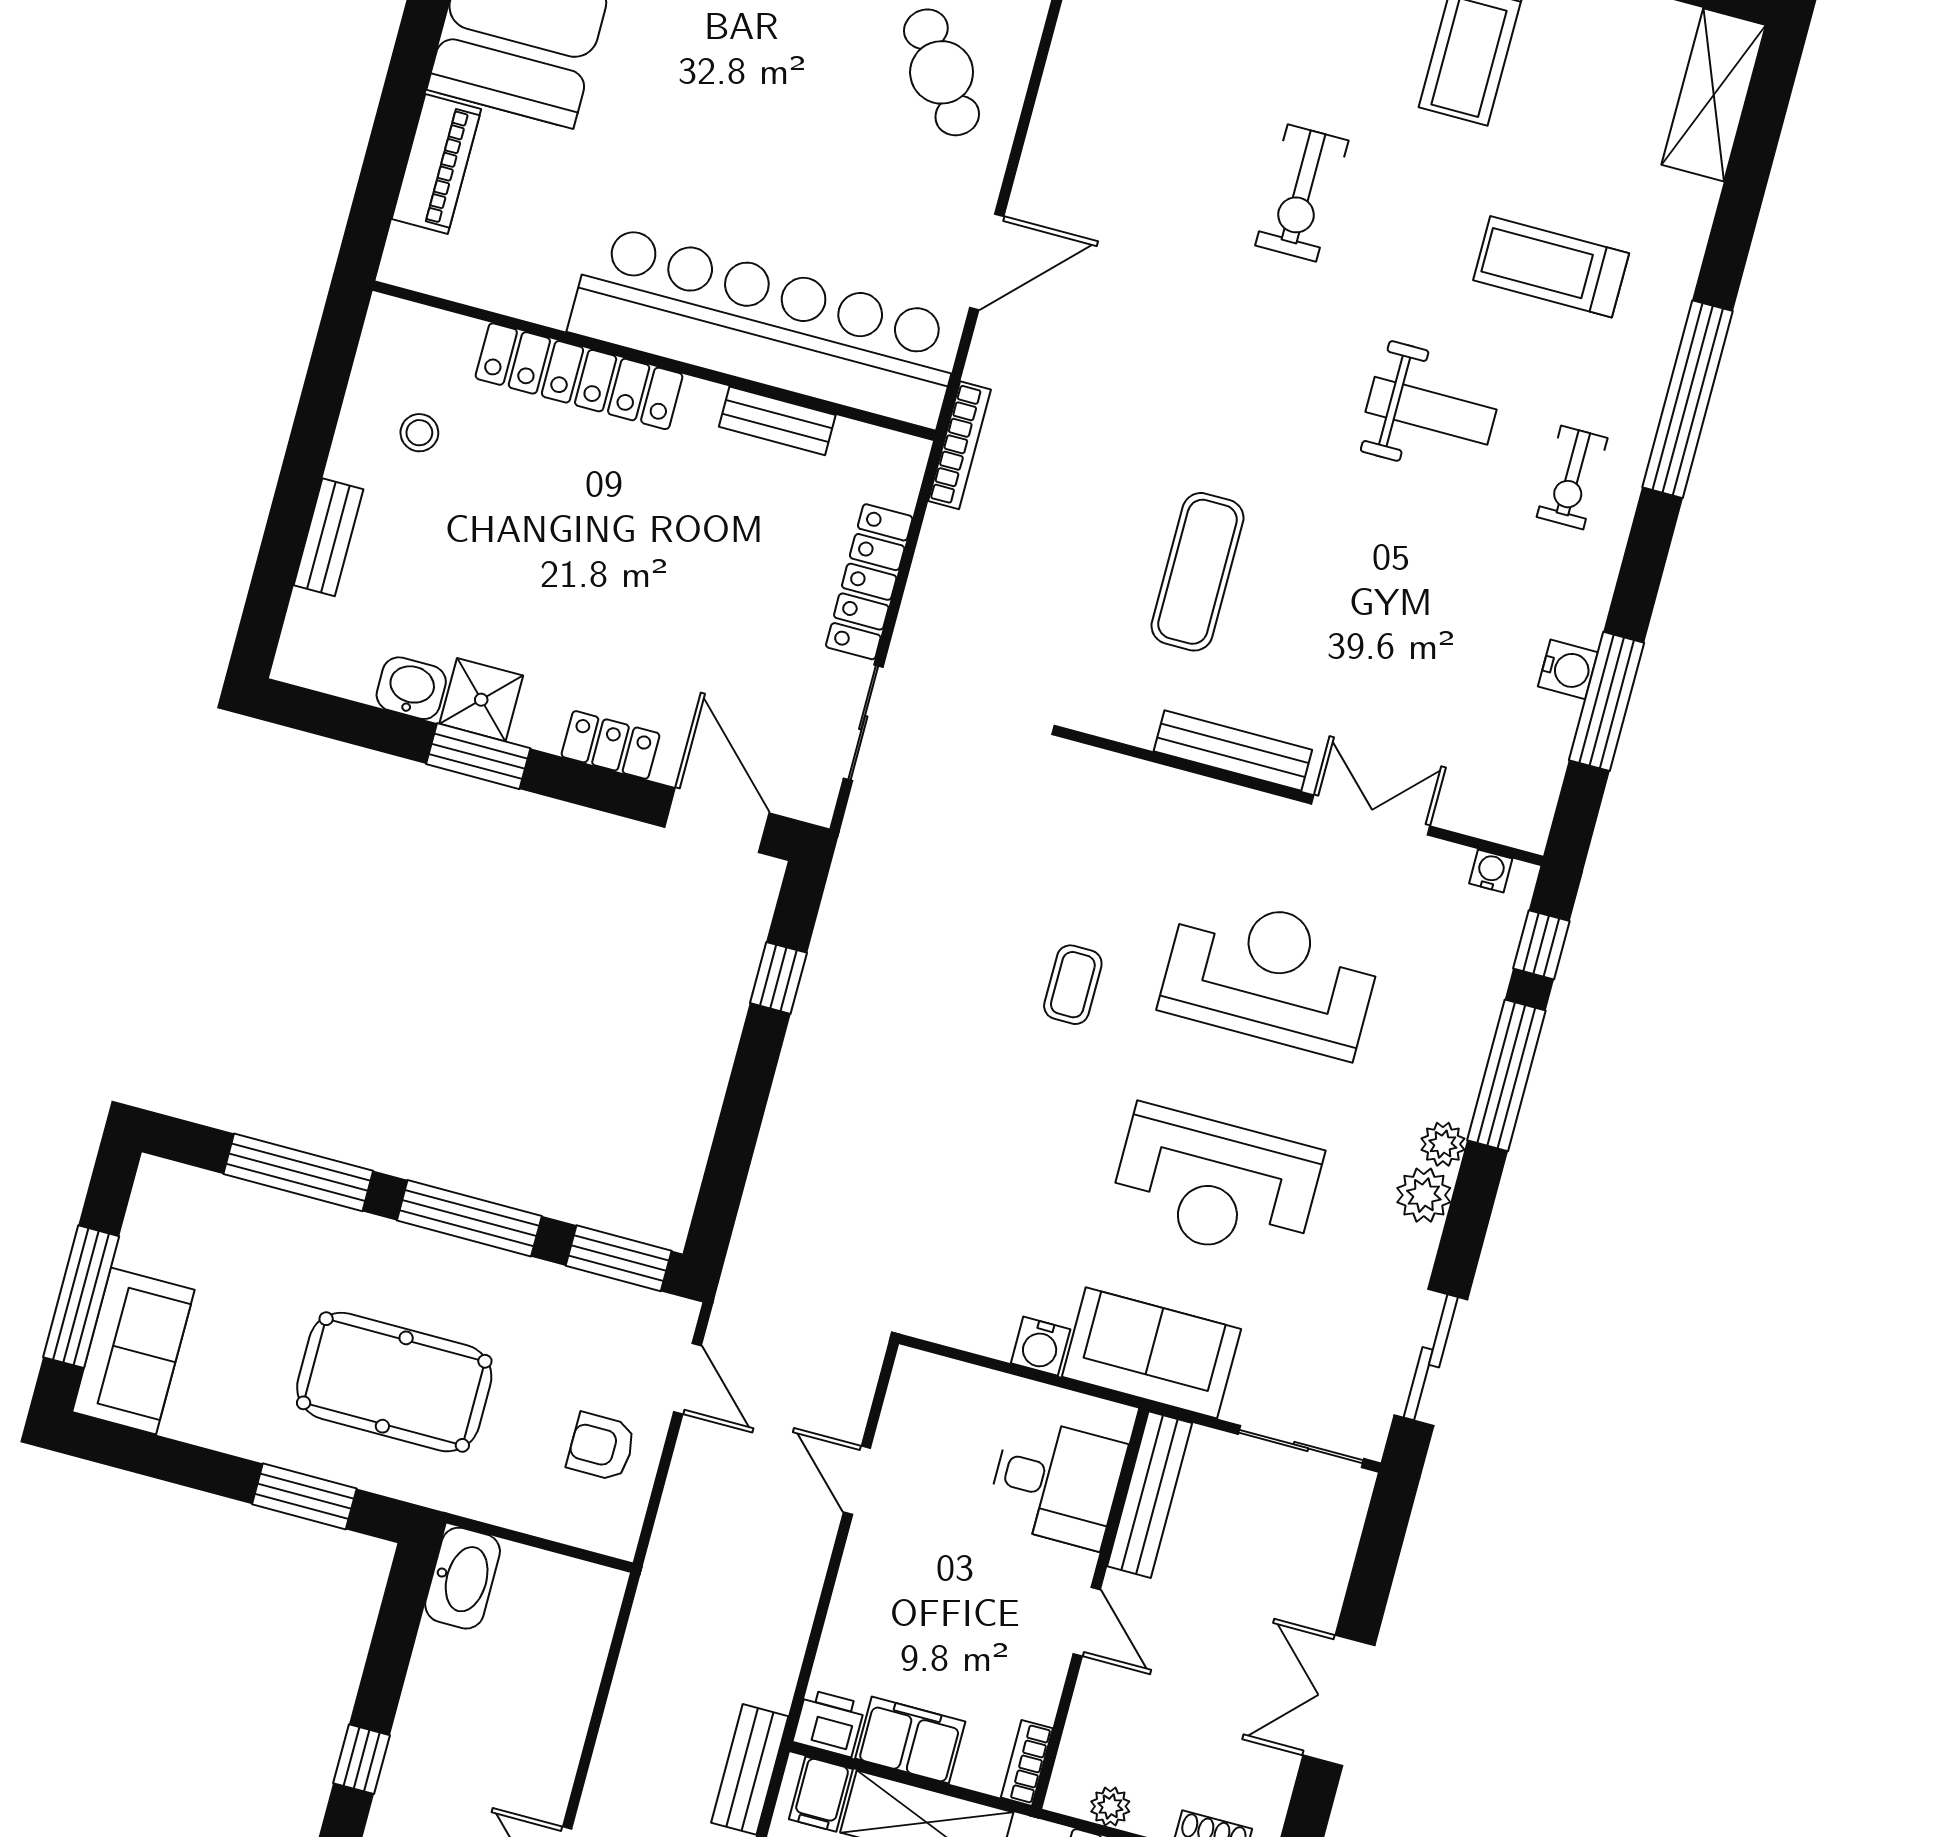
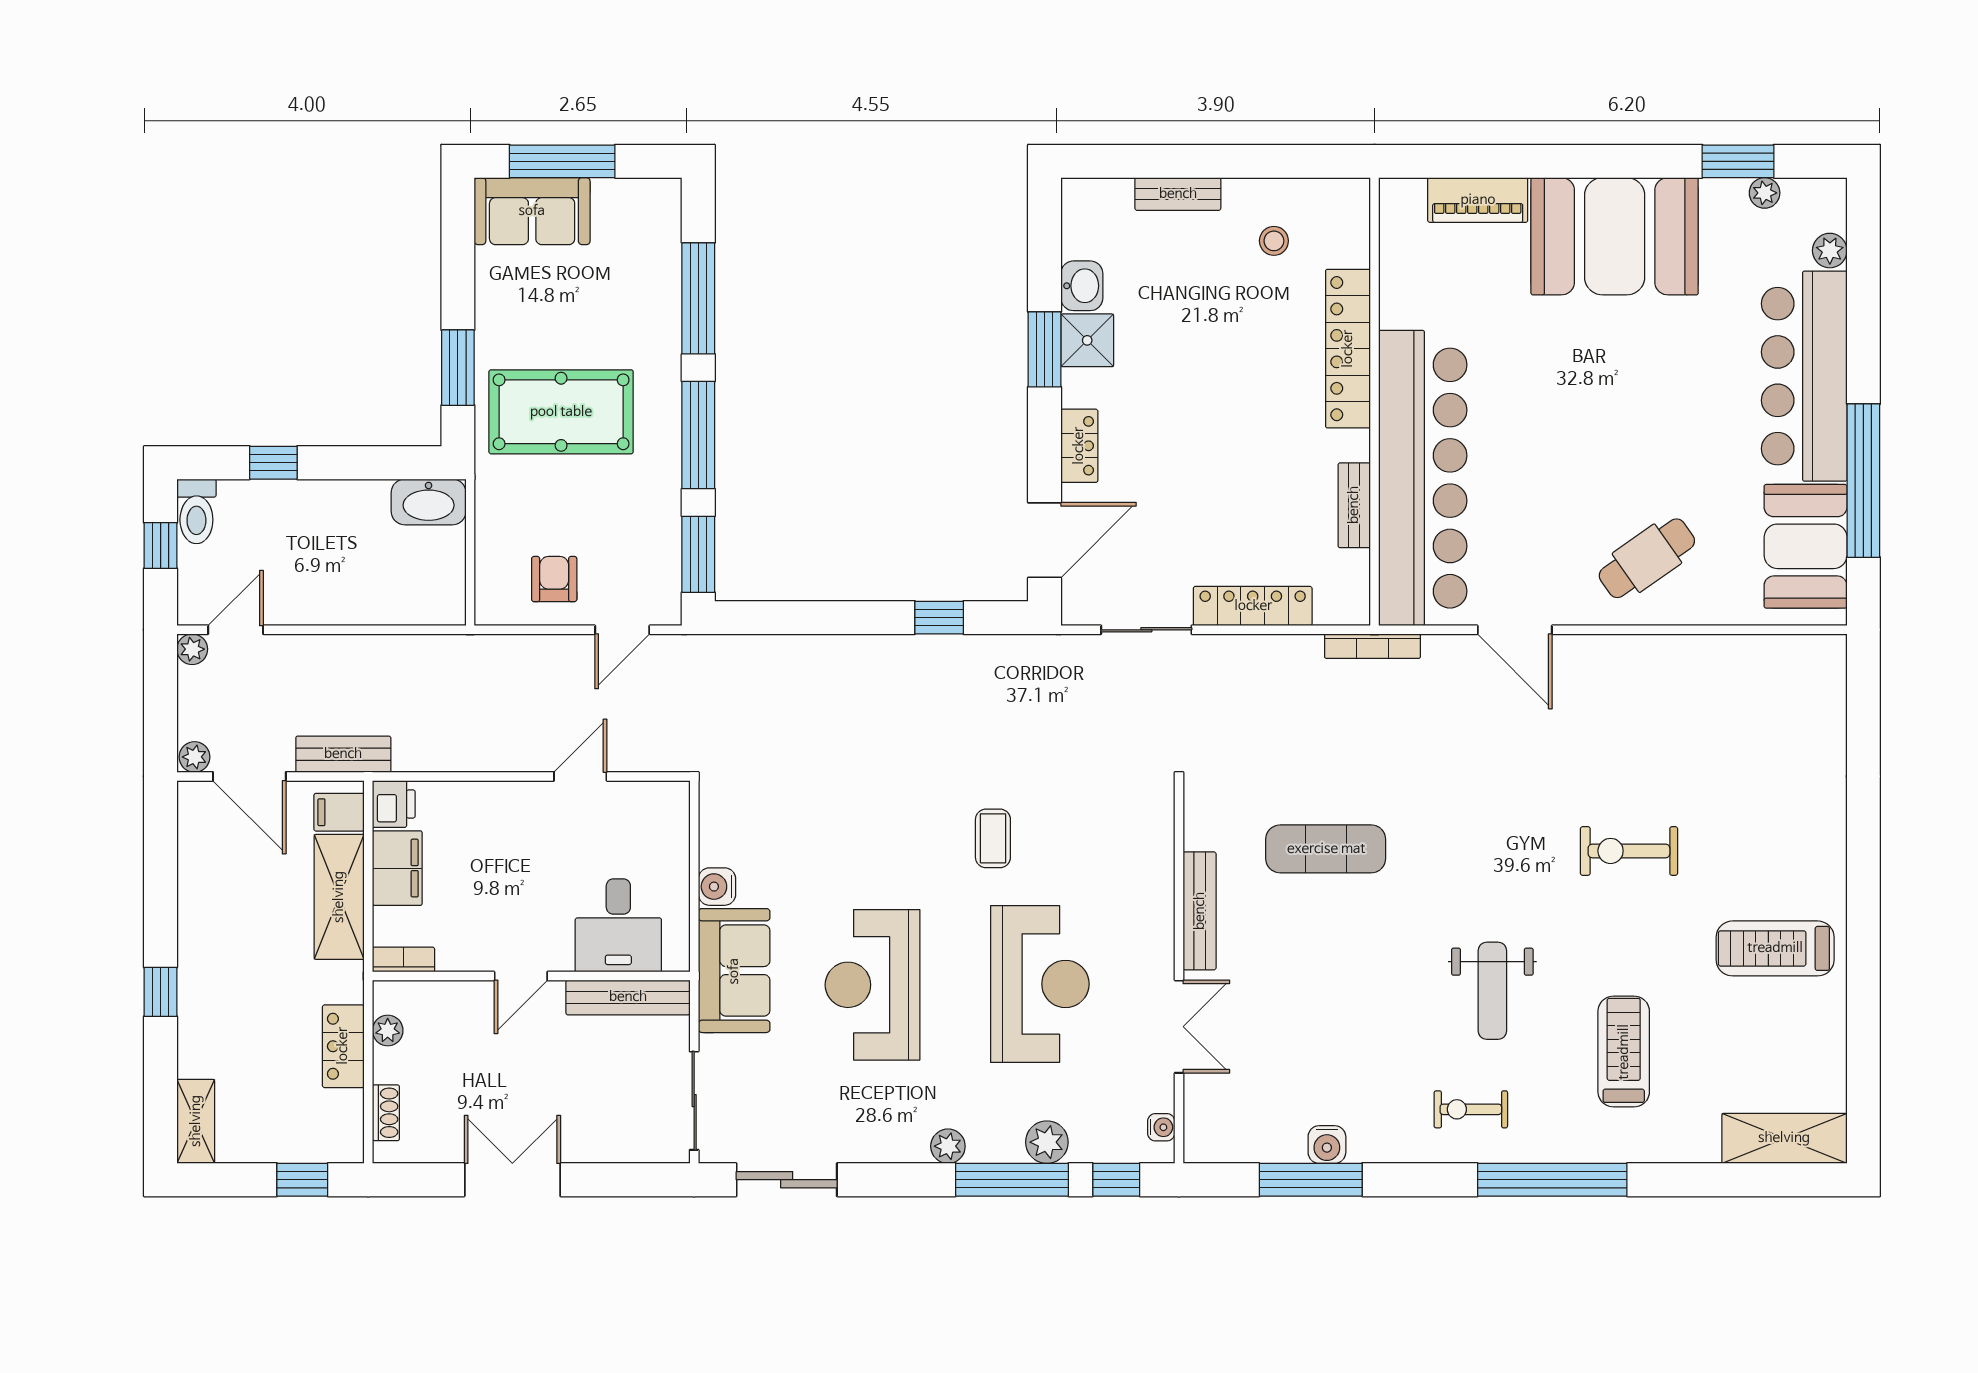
coffee table: (1073, 985) -> (993, 838), turned 90
plant: (1424, 1195) -> (1047, 1142), moved
pool table: (394, 1382) -> (561, 412), turned 90

